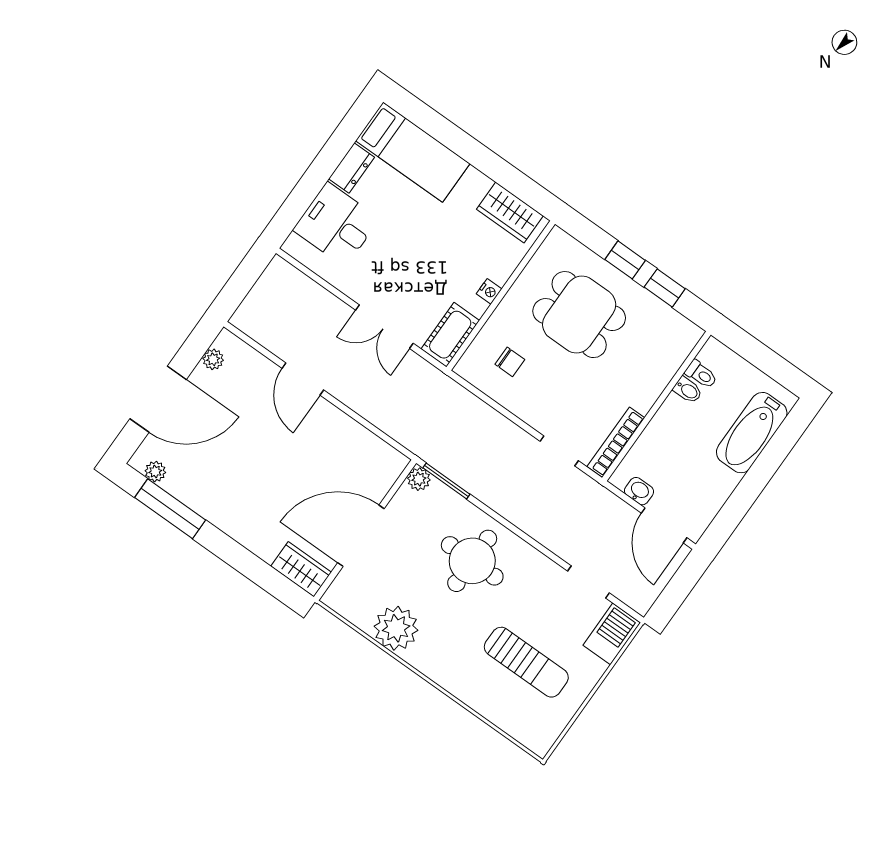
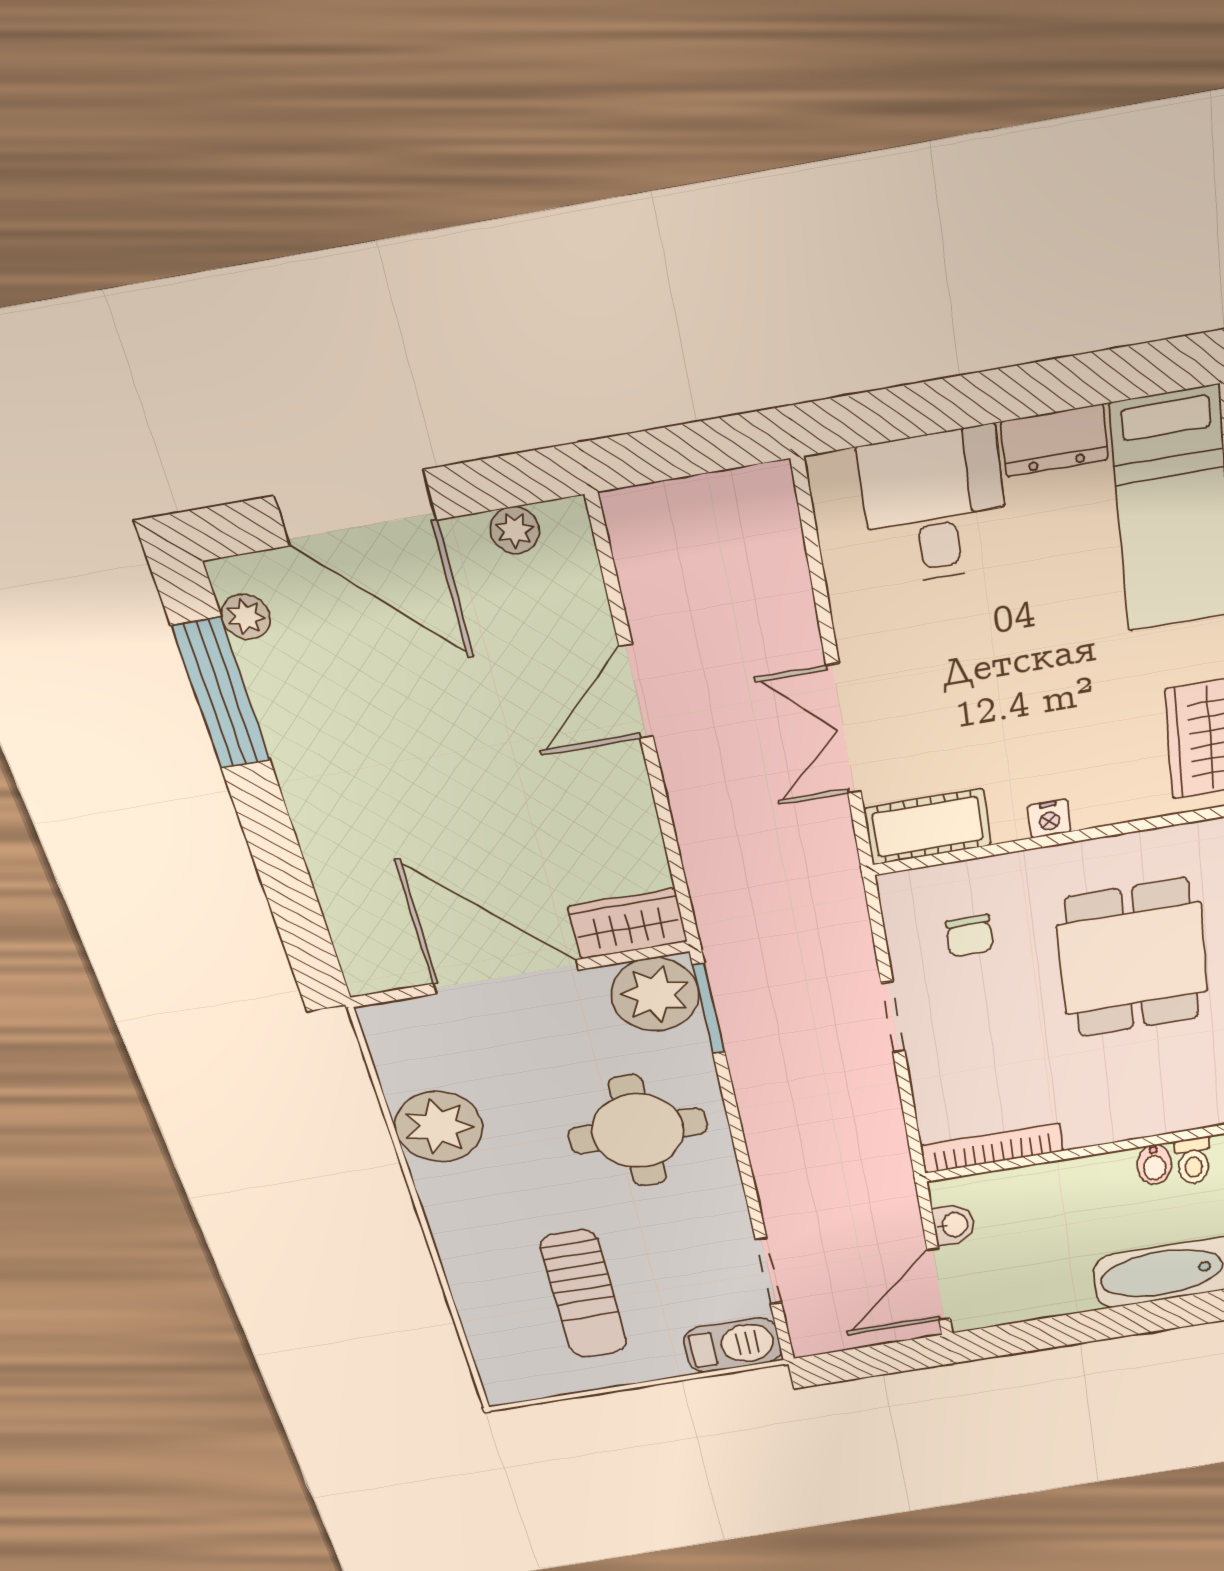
doorway: (559, 451) -> (893, 1017), moved
plant: (419, 479) -> (655, 995), width x1.88, depth x1.88
wardrobe: (301, 569) -> (628, 924), moved, turned -90

